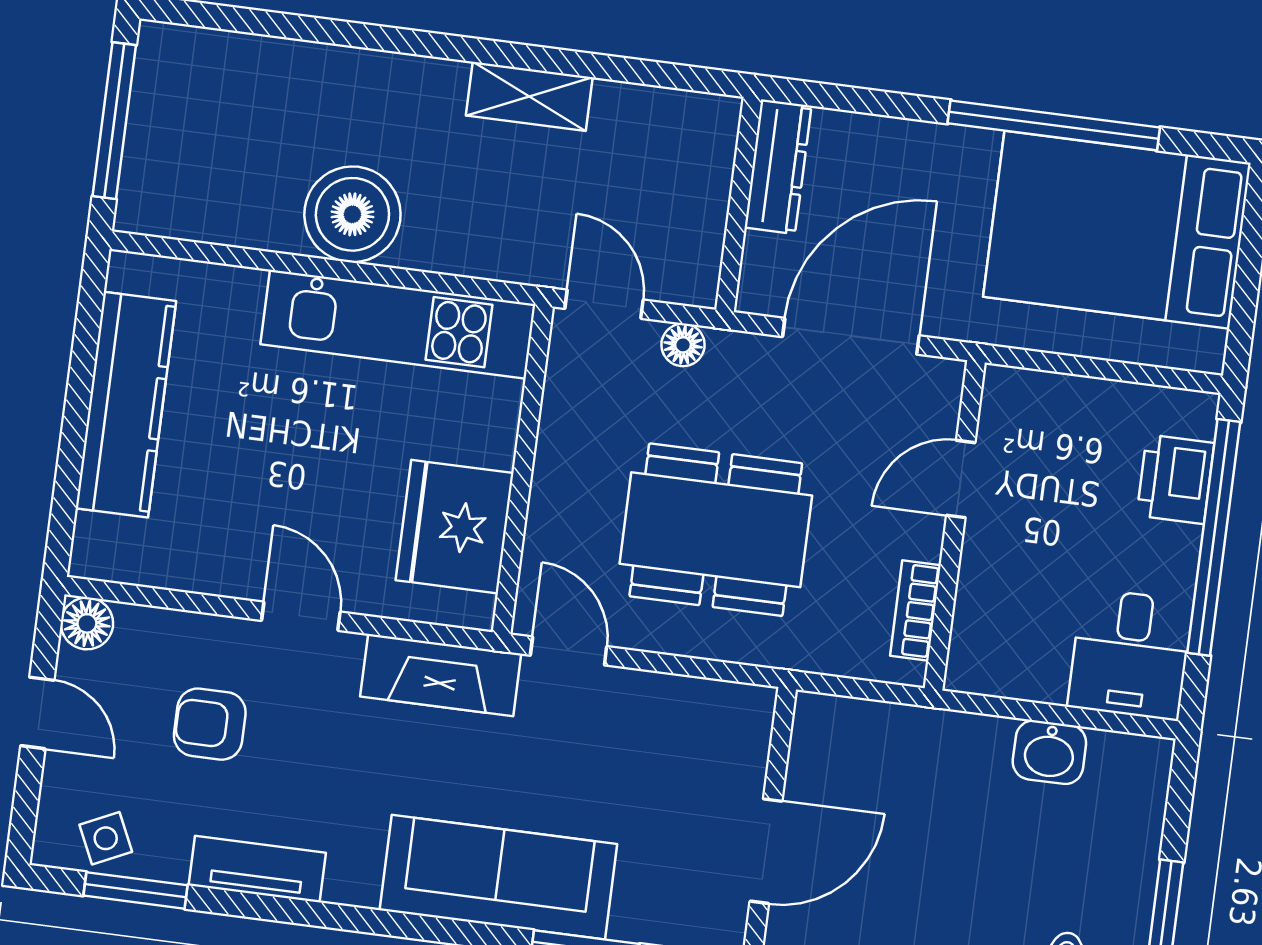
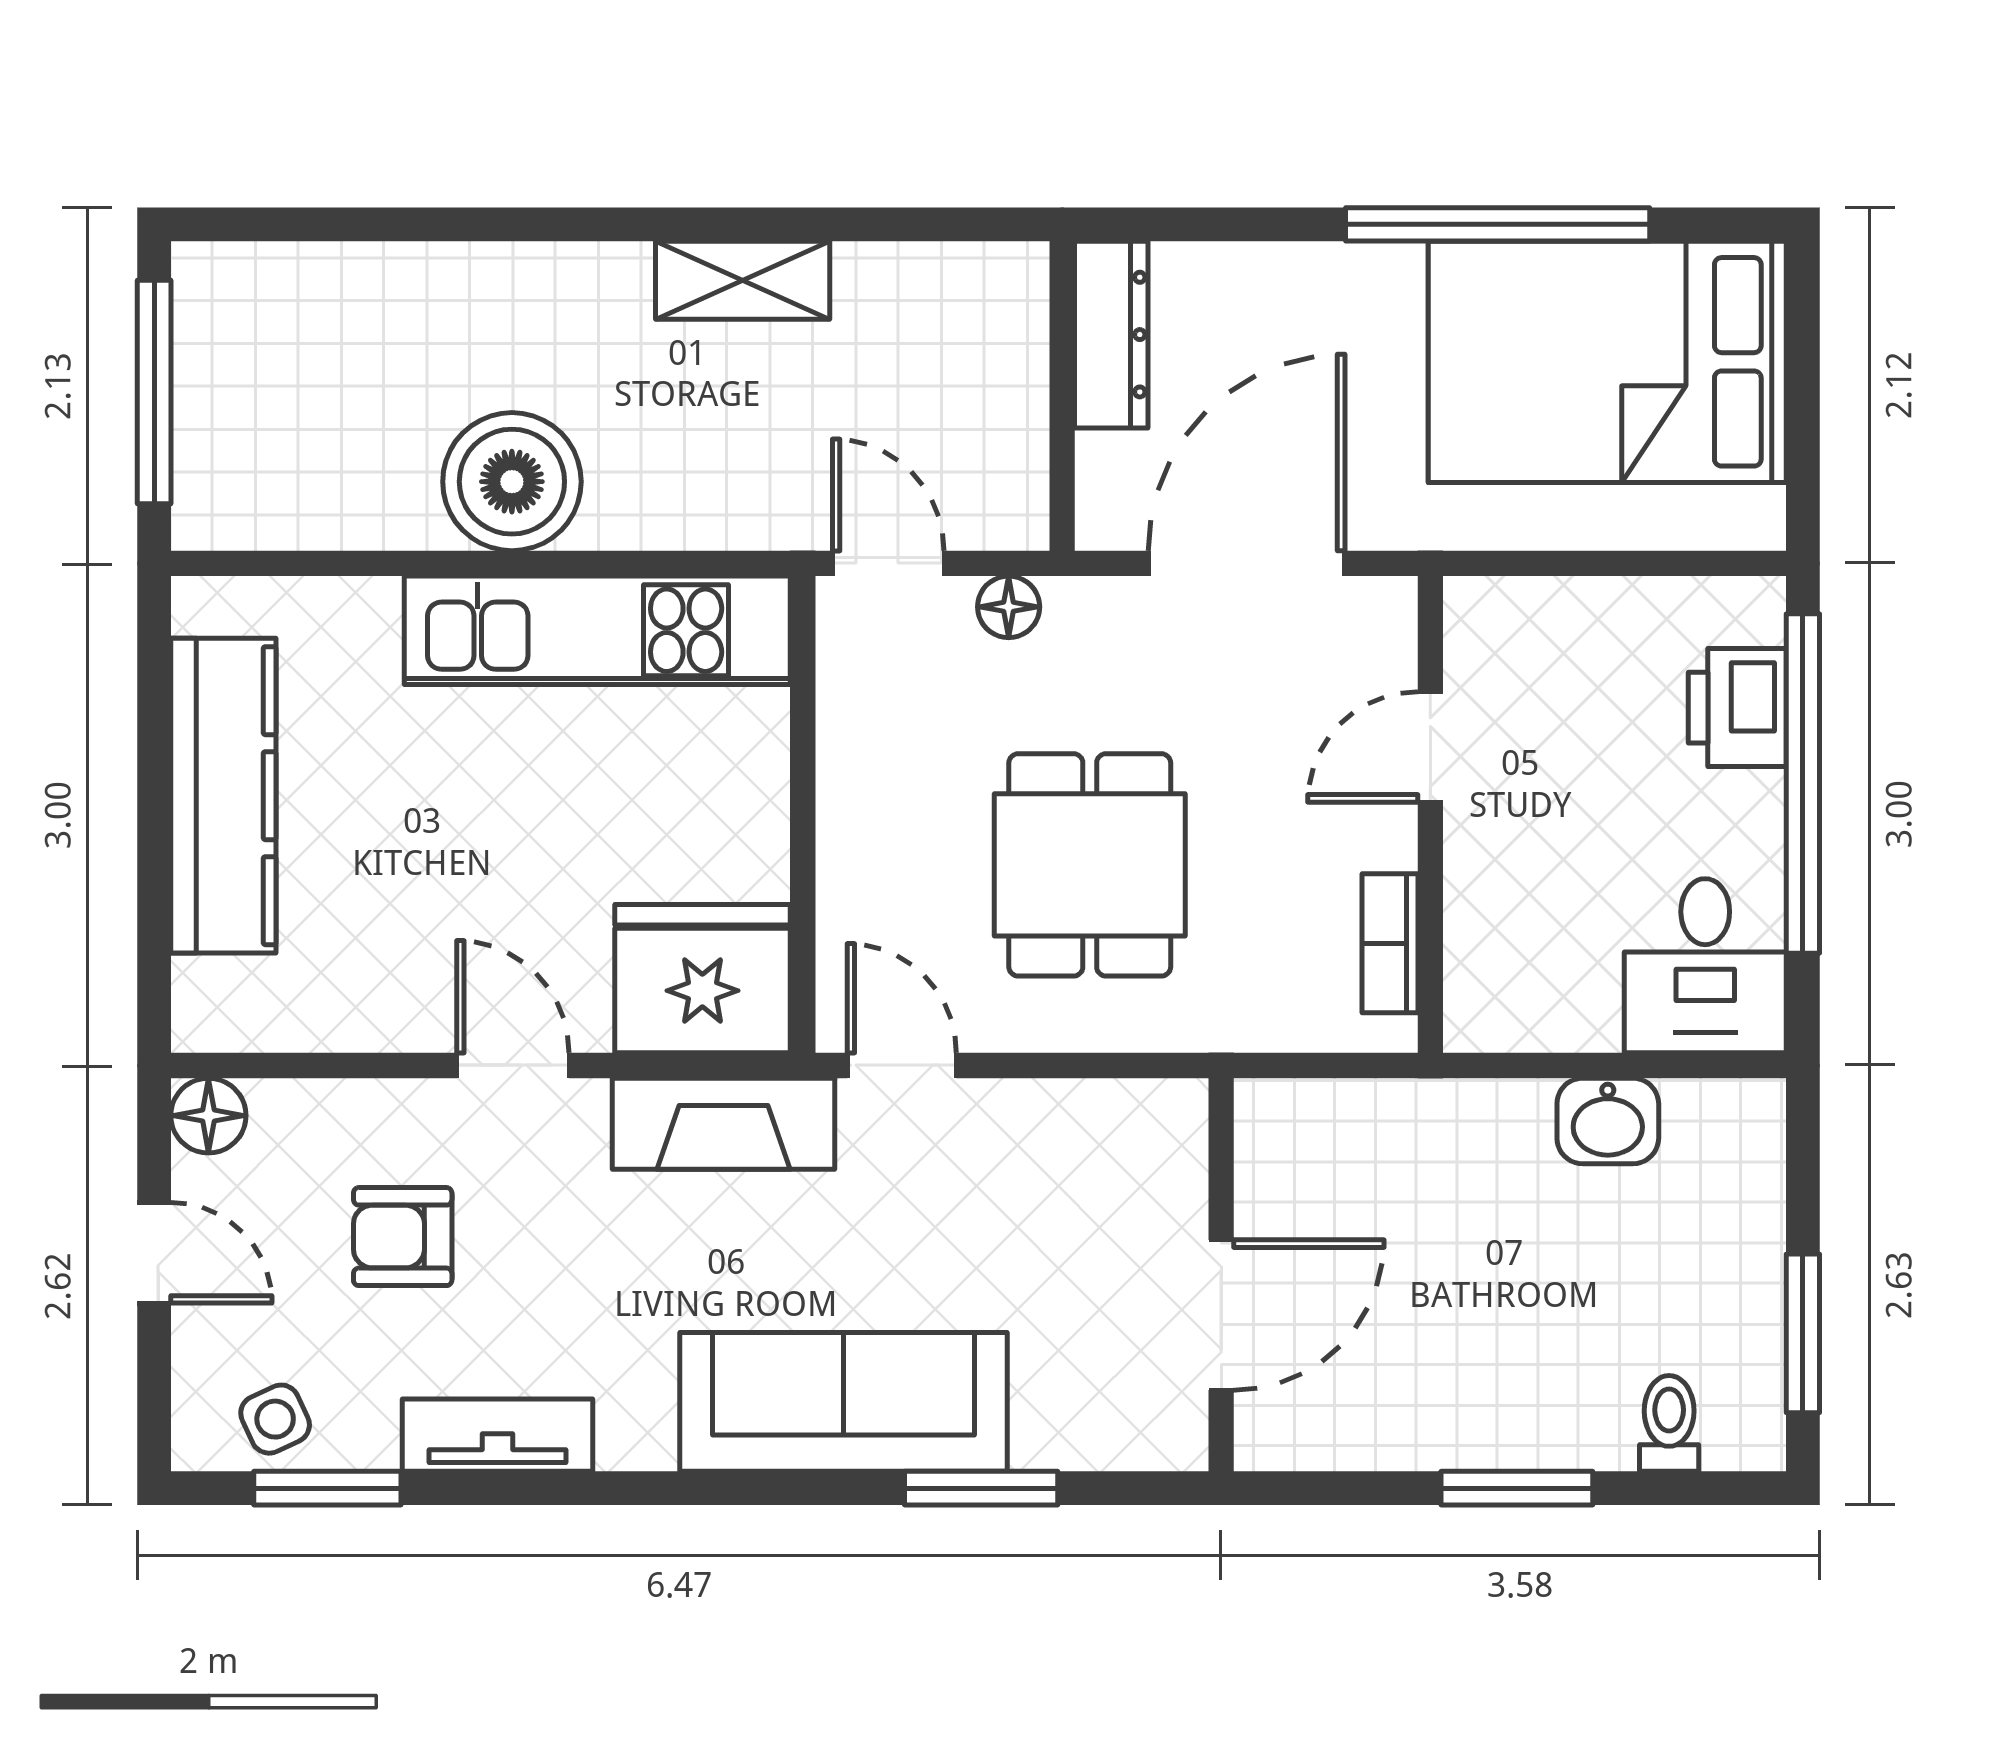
fridge: (455, 527) -> (702, 979), moved, turned 90
dining table: (716, 530) -> (1090, 865), width x0.73

